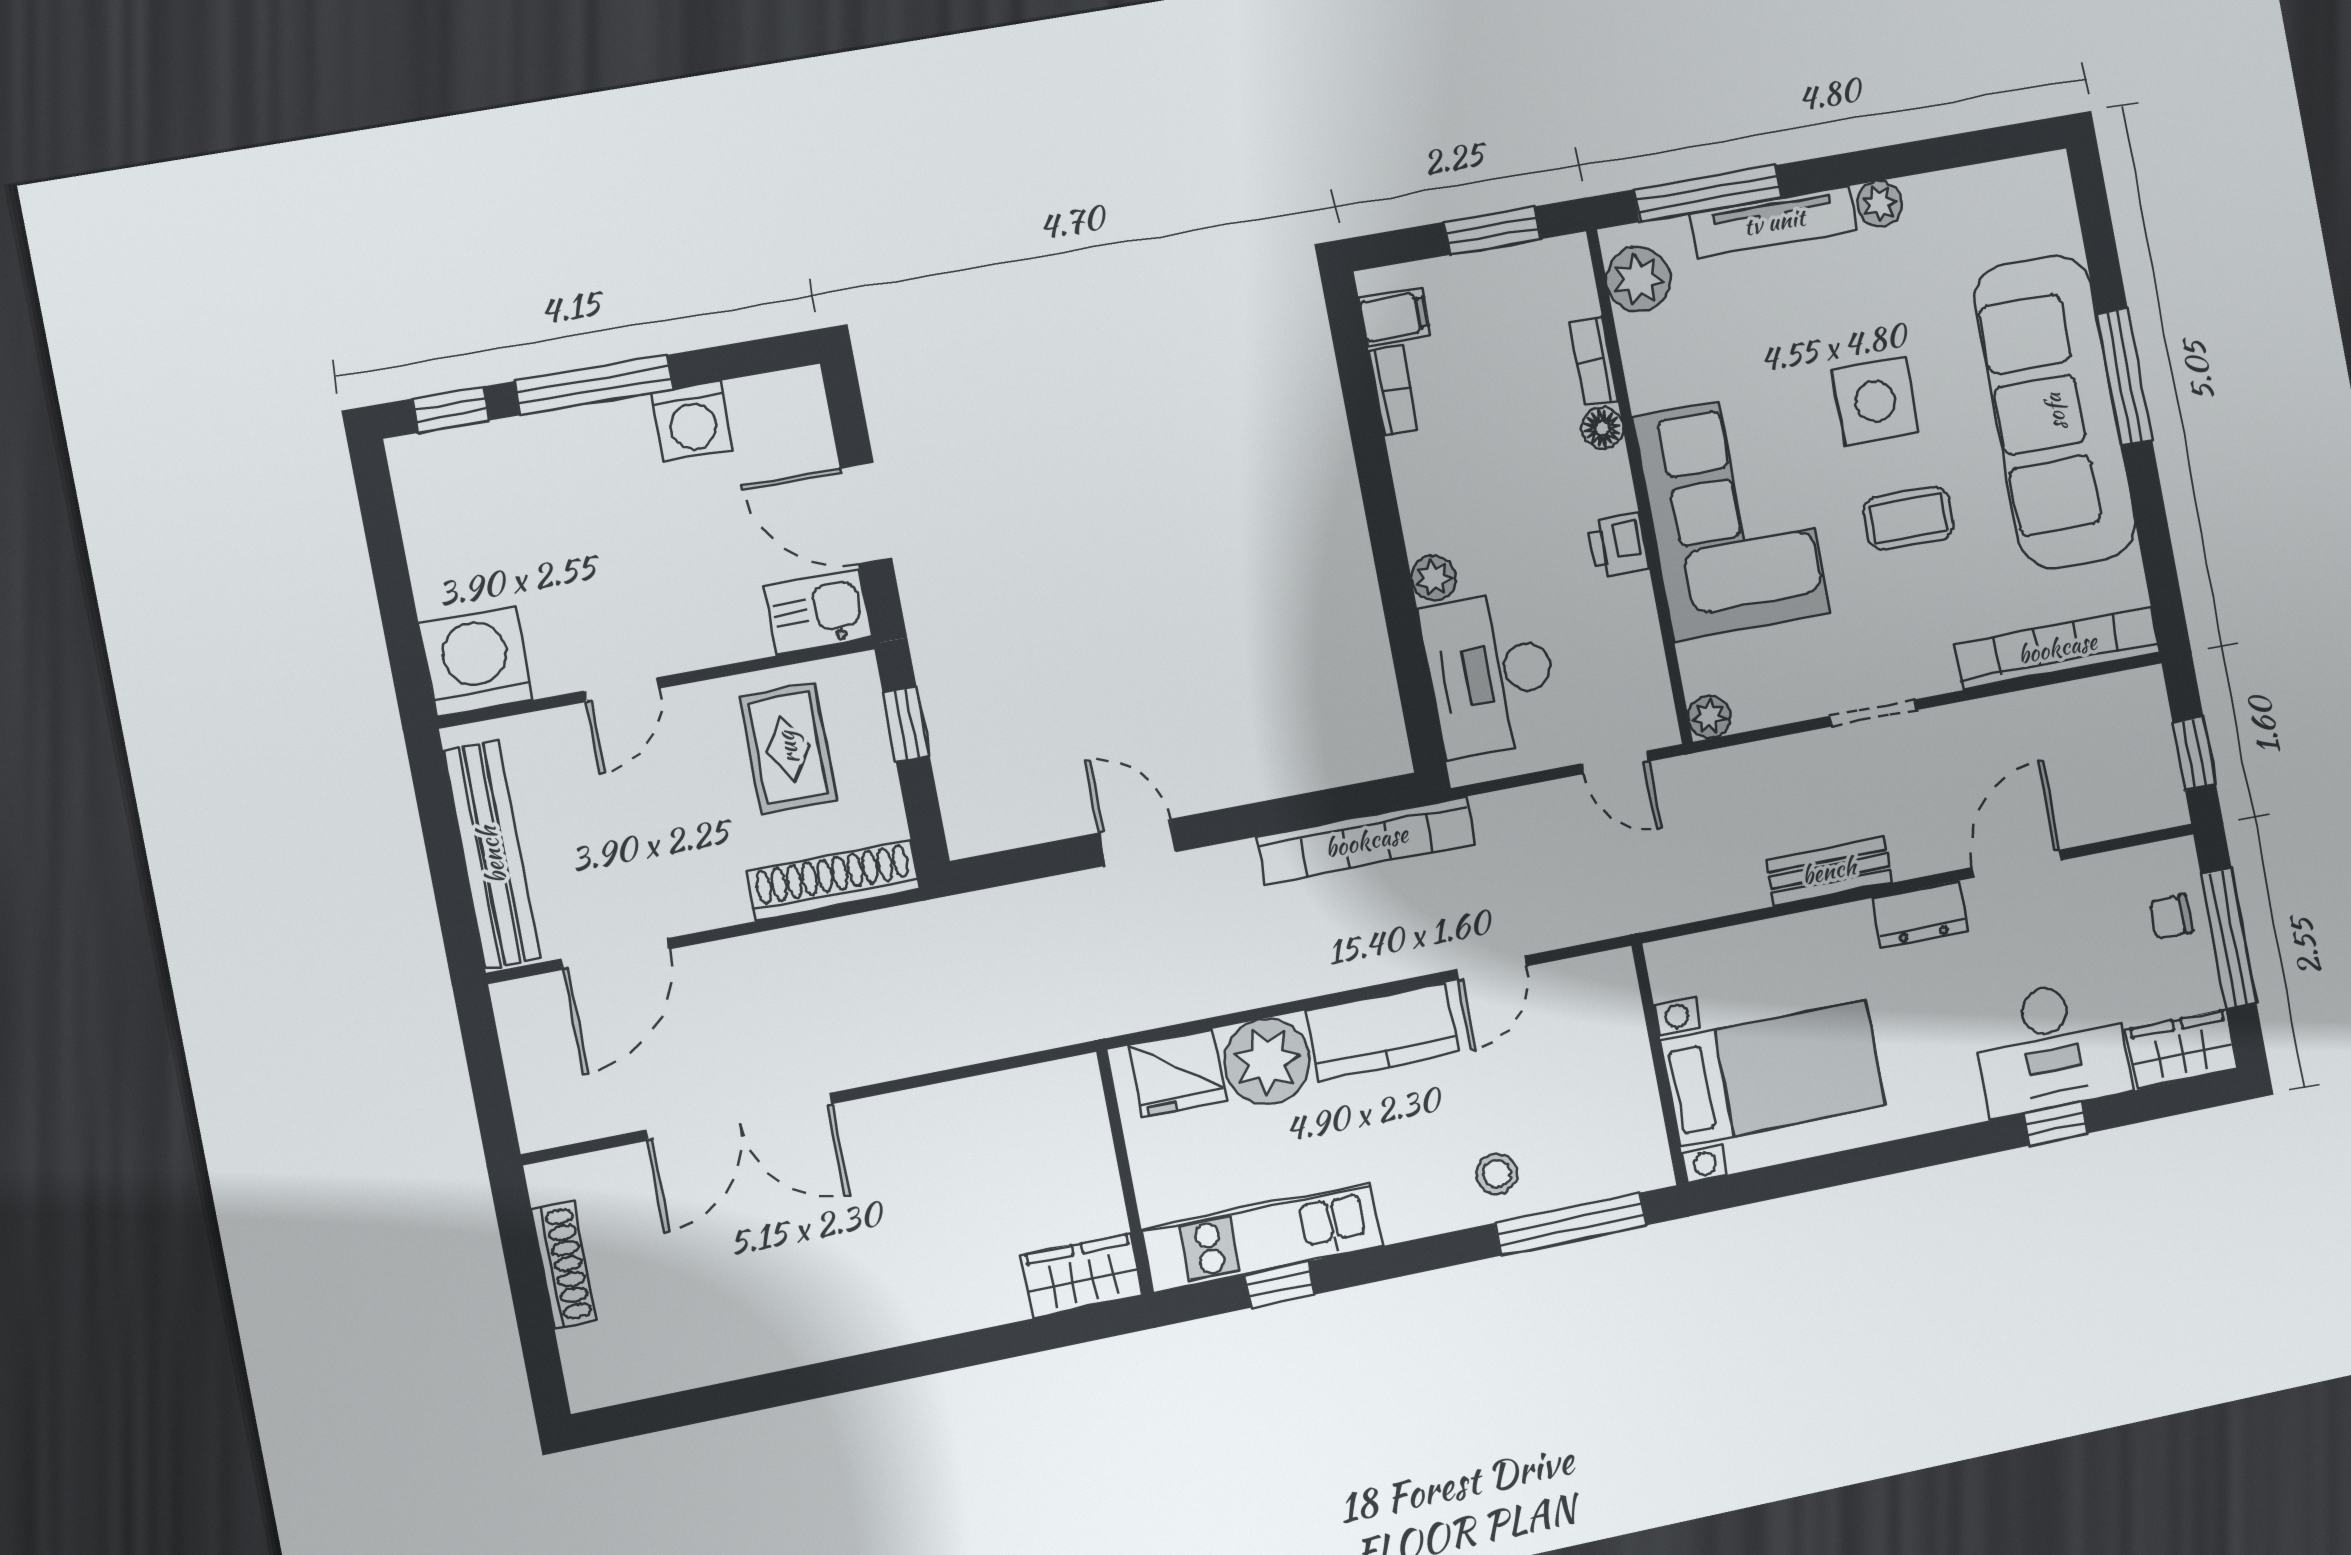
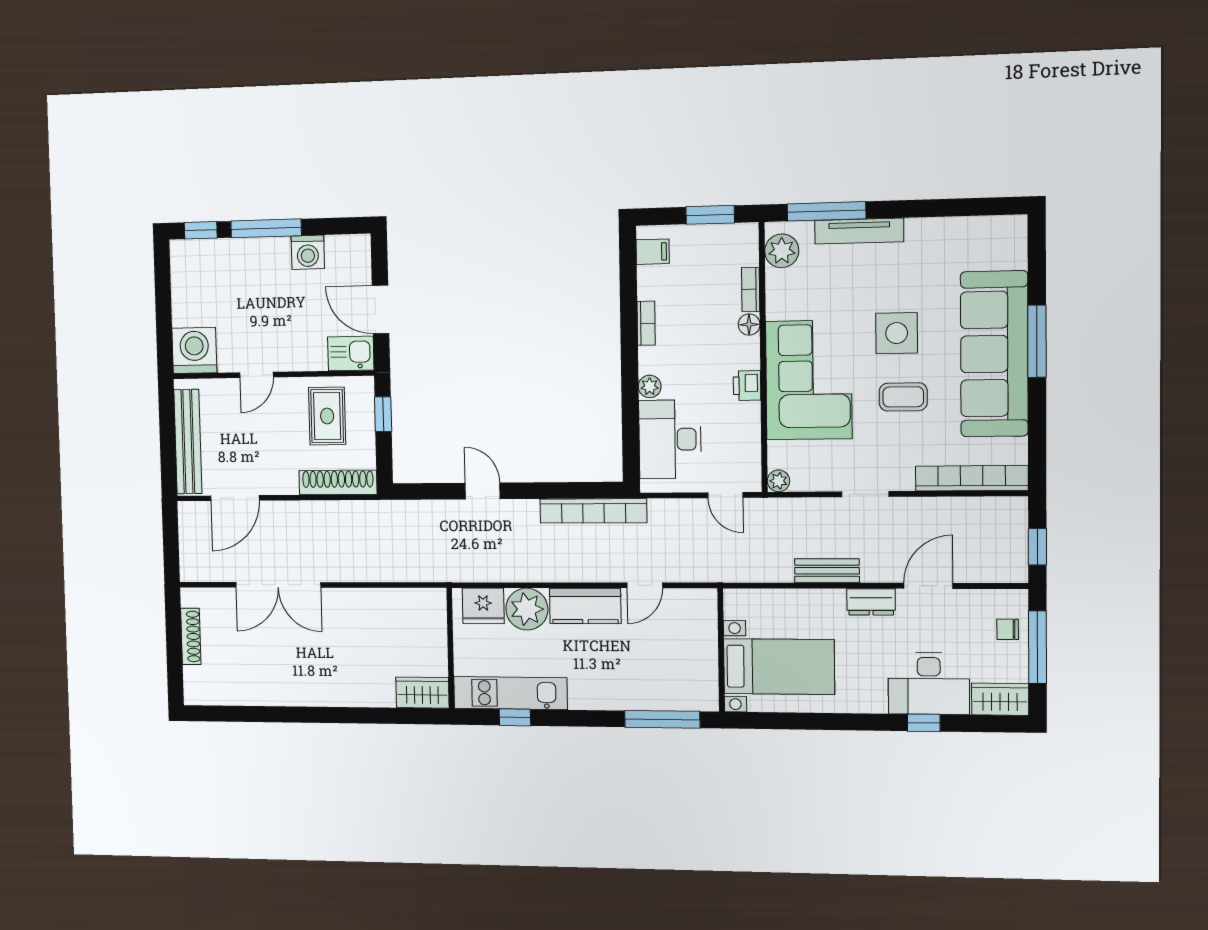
plant: (1880, 204) -> (918, 230), removed
bookcase: (1393, 390) -> (646, 323), moved
stool: (1497, 1174) -> (630, 687), removed

